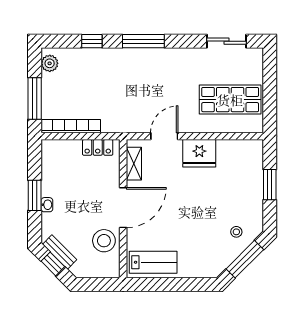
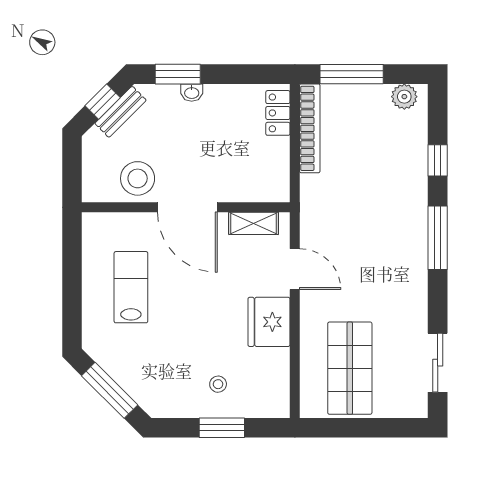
locker: (98, 147) -> (278, 113), moved
window: (35, 195) -> (178, 74), moved
stool: (236, 232) -> (218, 384), moved
lab bench: (153, 262) -> (131, 287), moved, turned 180

